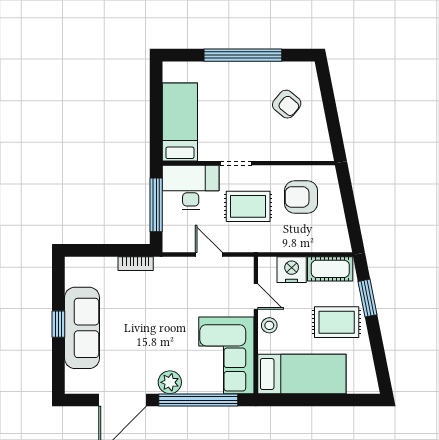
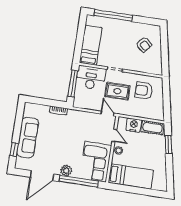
window: (243, 55) -> (113, 15), moved
door: (209, 255) -> (107, 114), moved
rug: (337, 322) -> (152, 154), removed
window: (58, 324) -> (14, 149), moved

